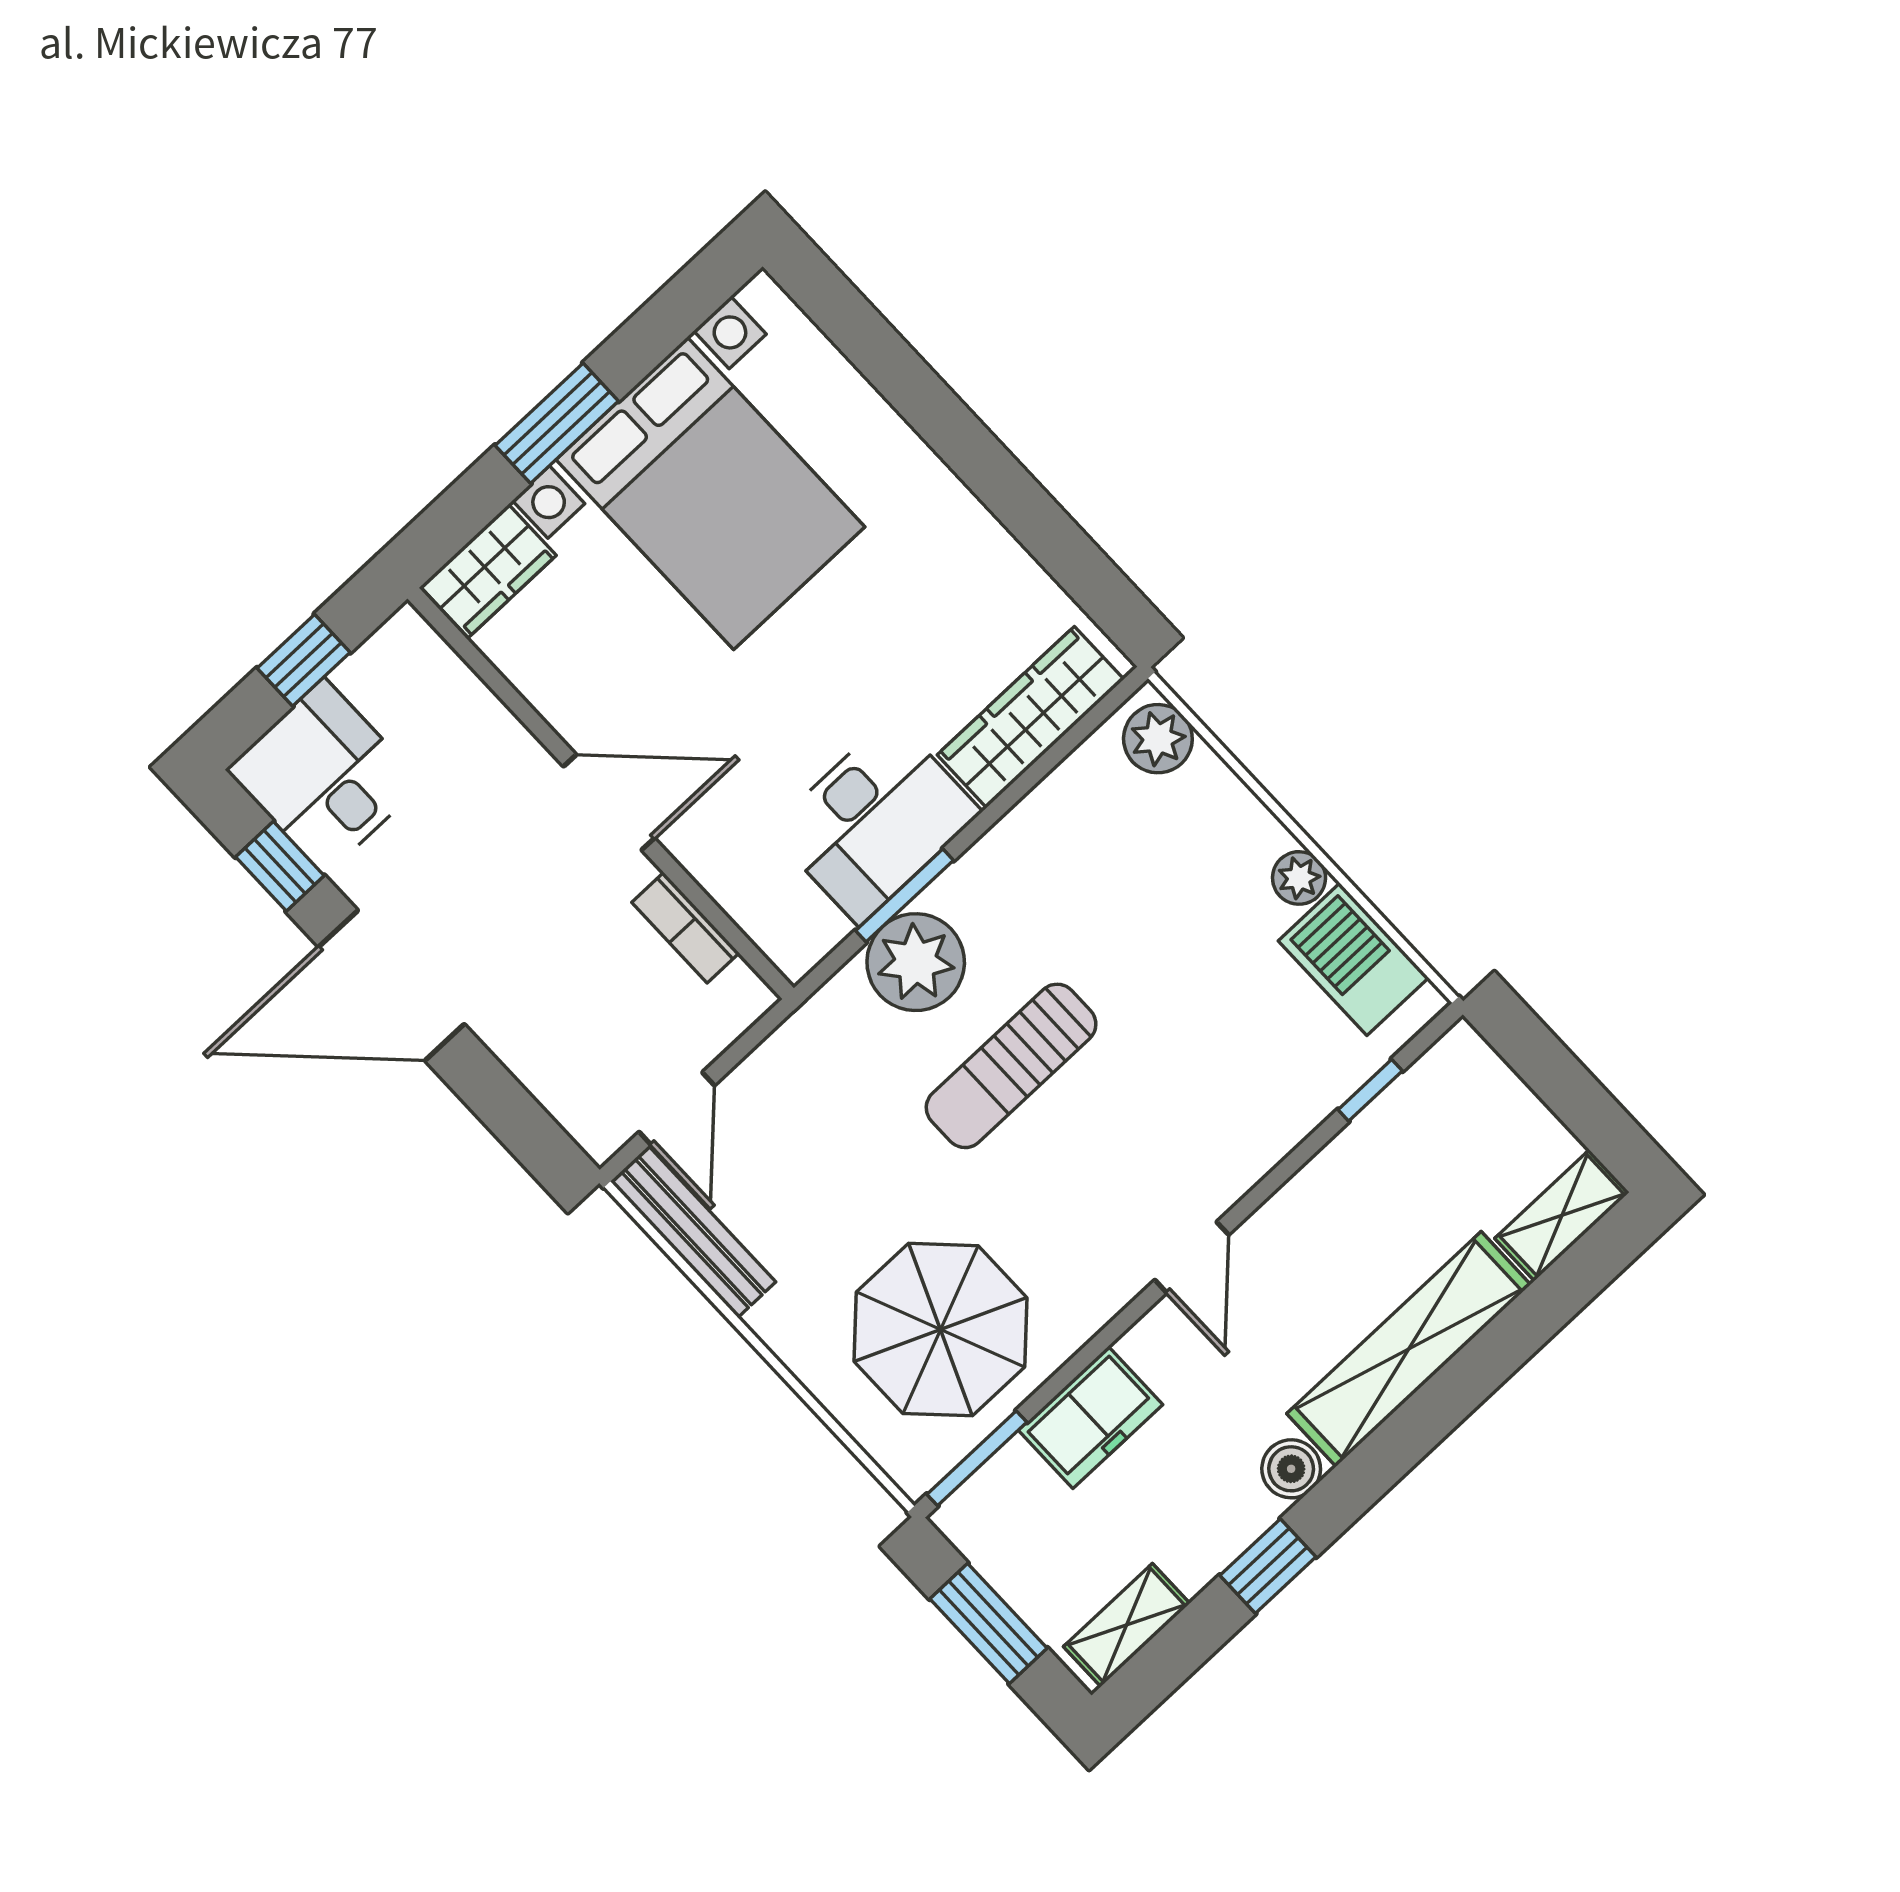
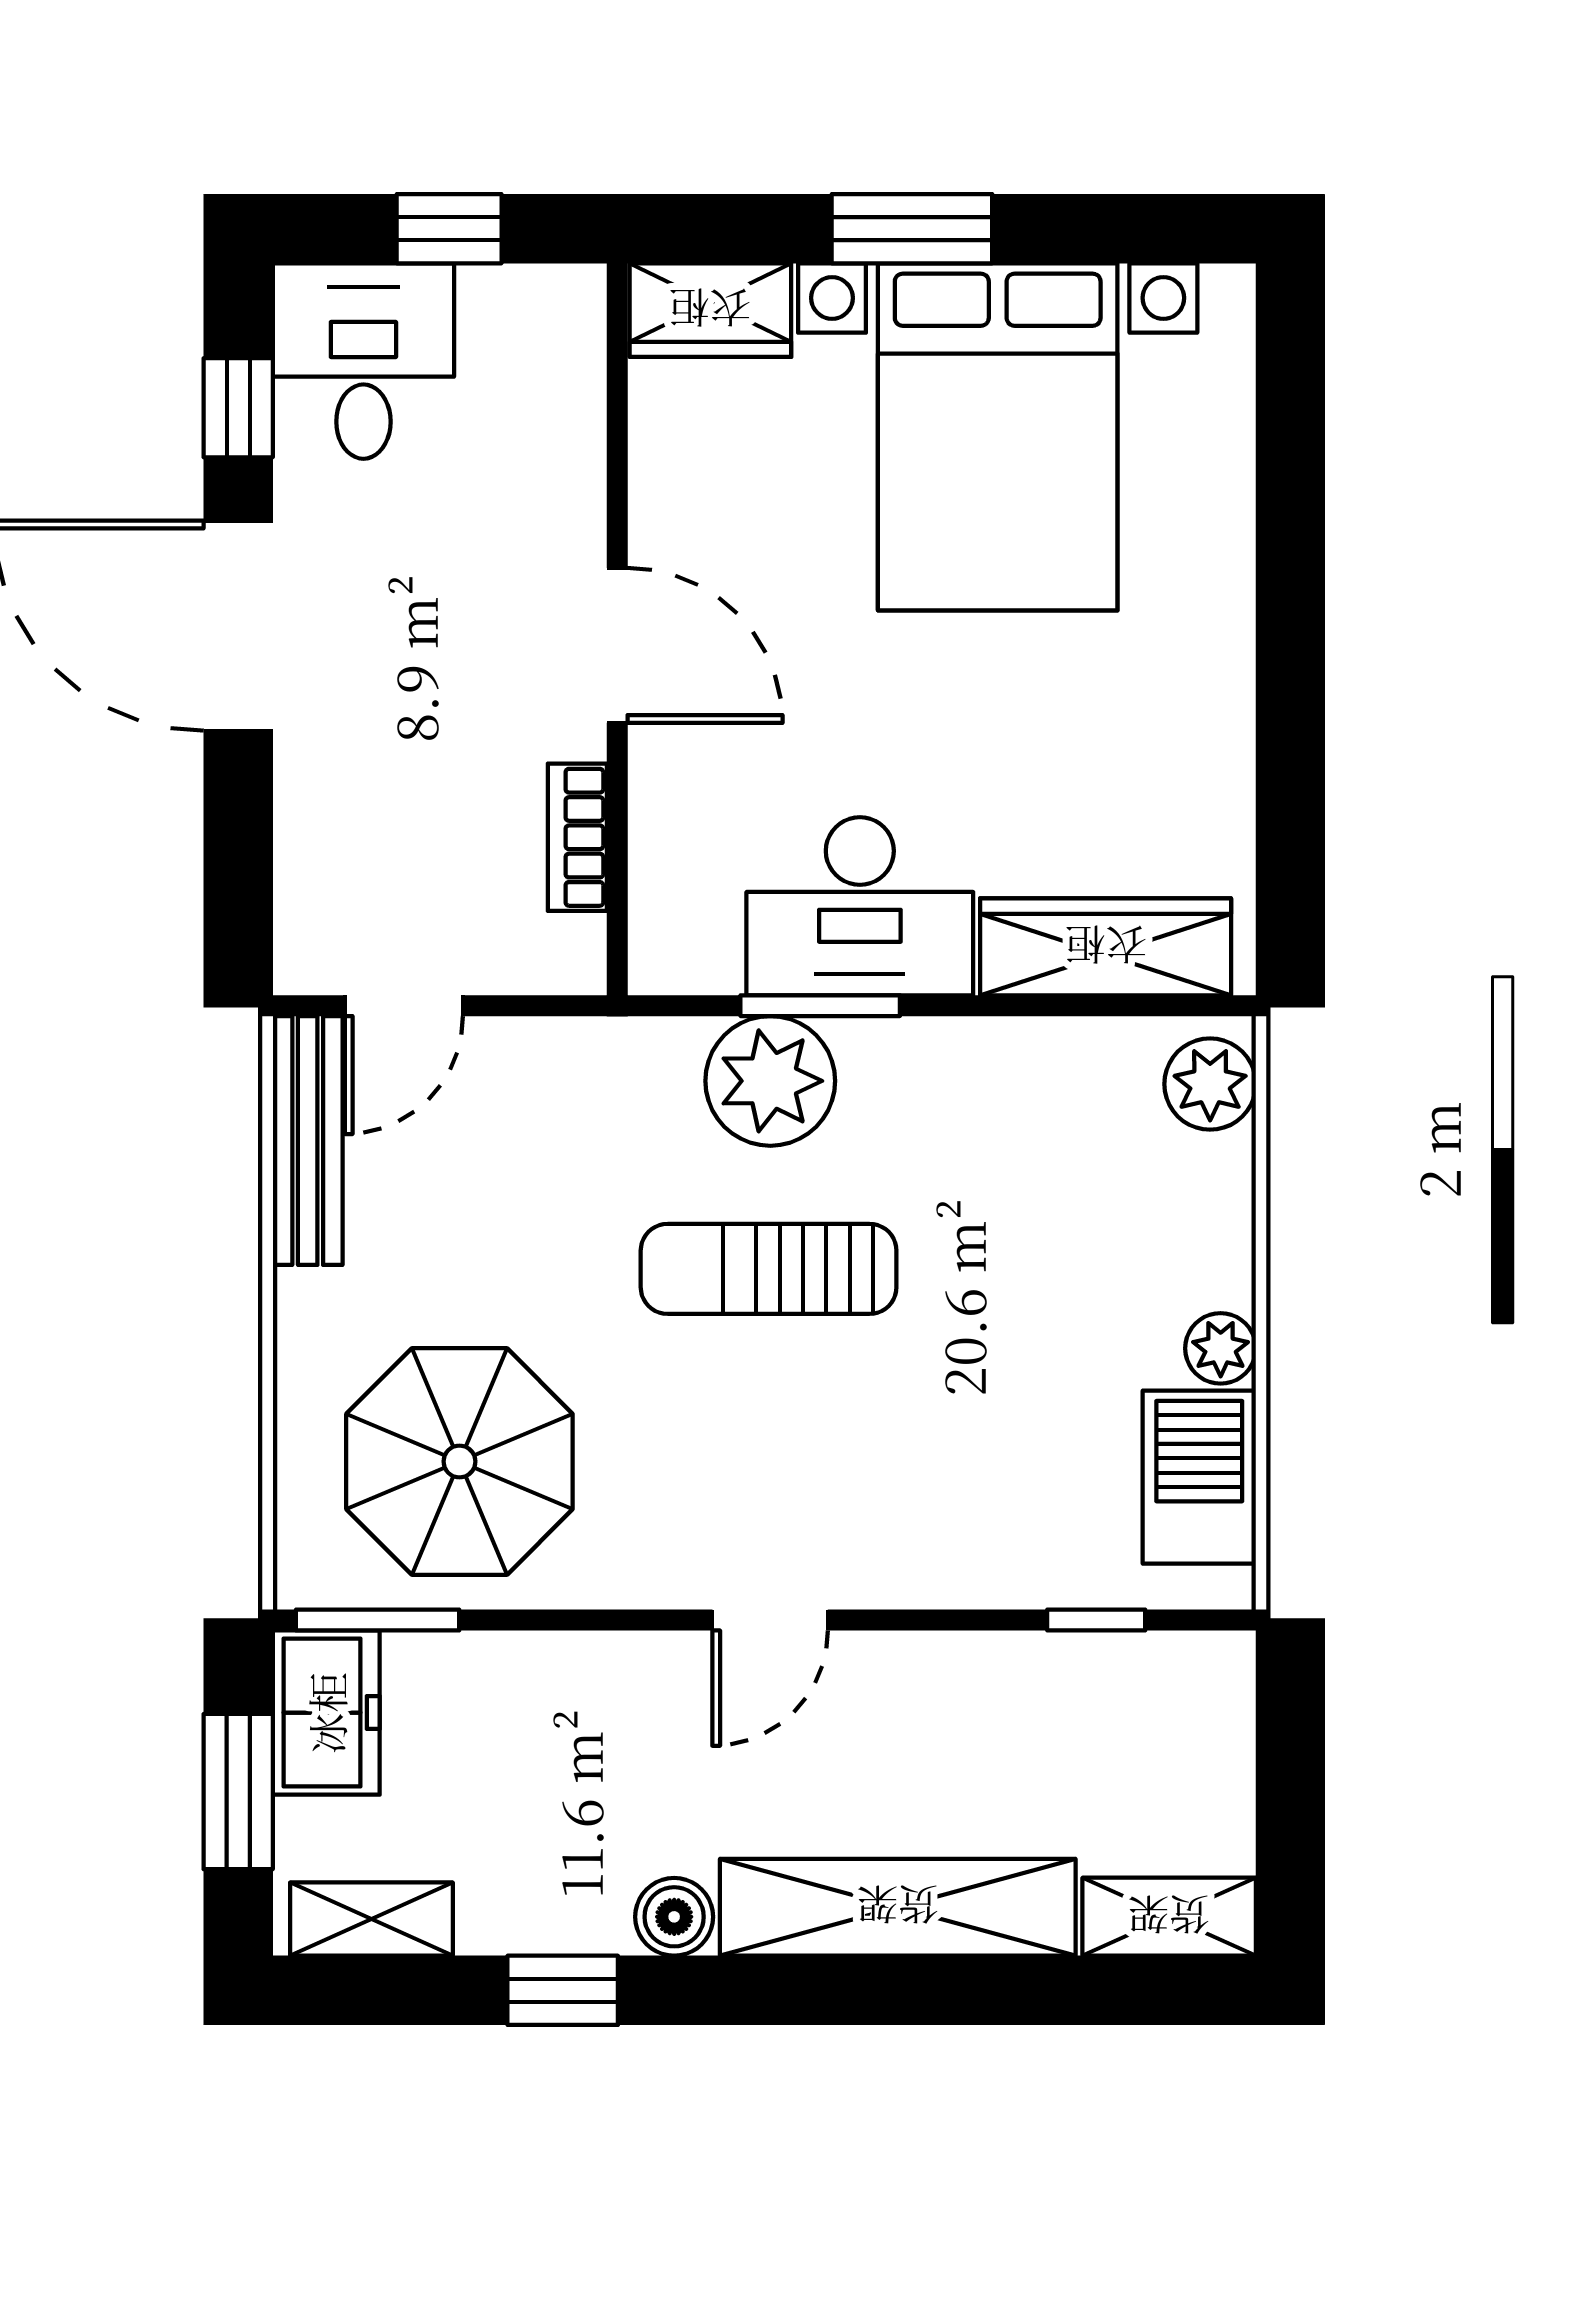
freezer: (1091, 1417) -> (326, 1713), moved, turned -90

